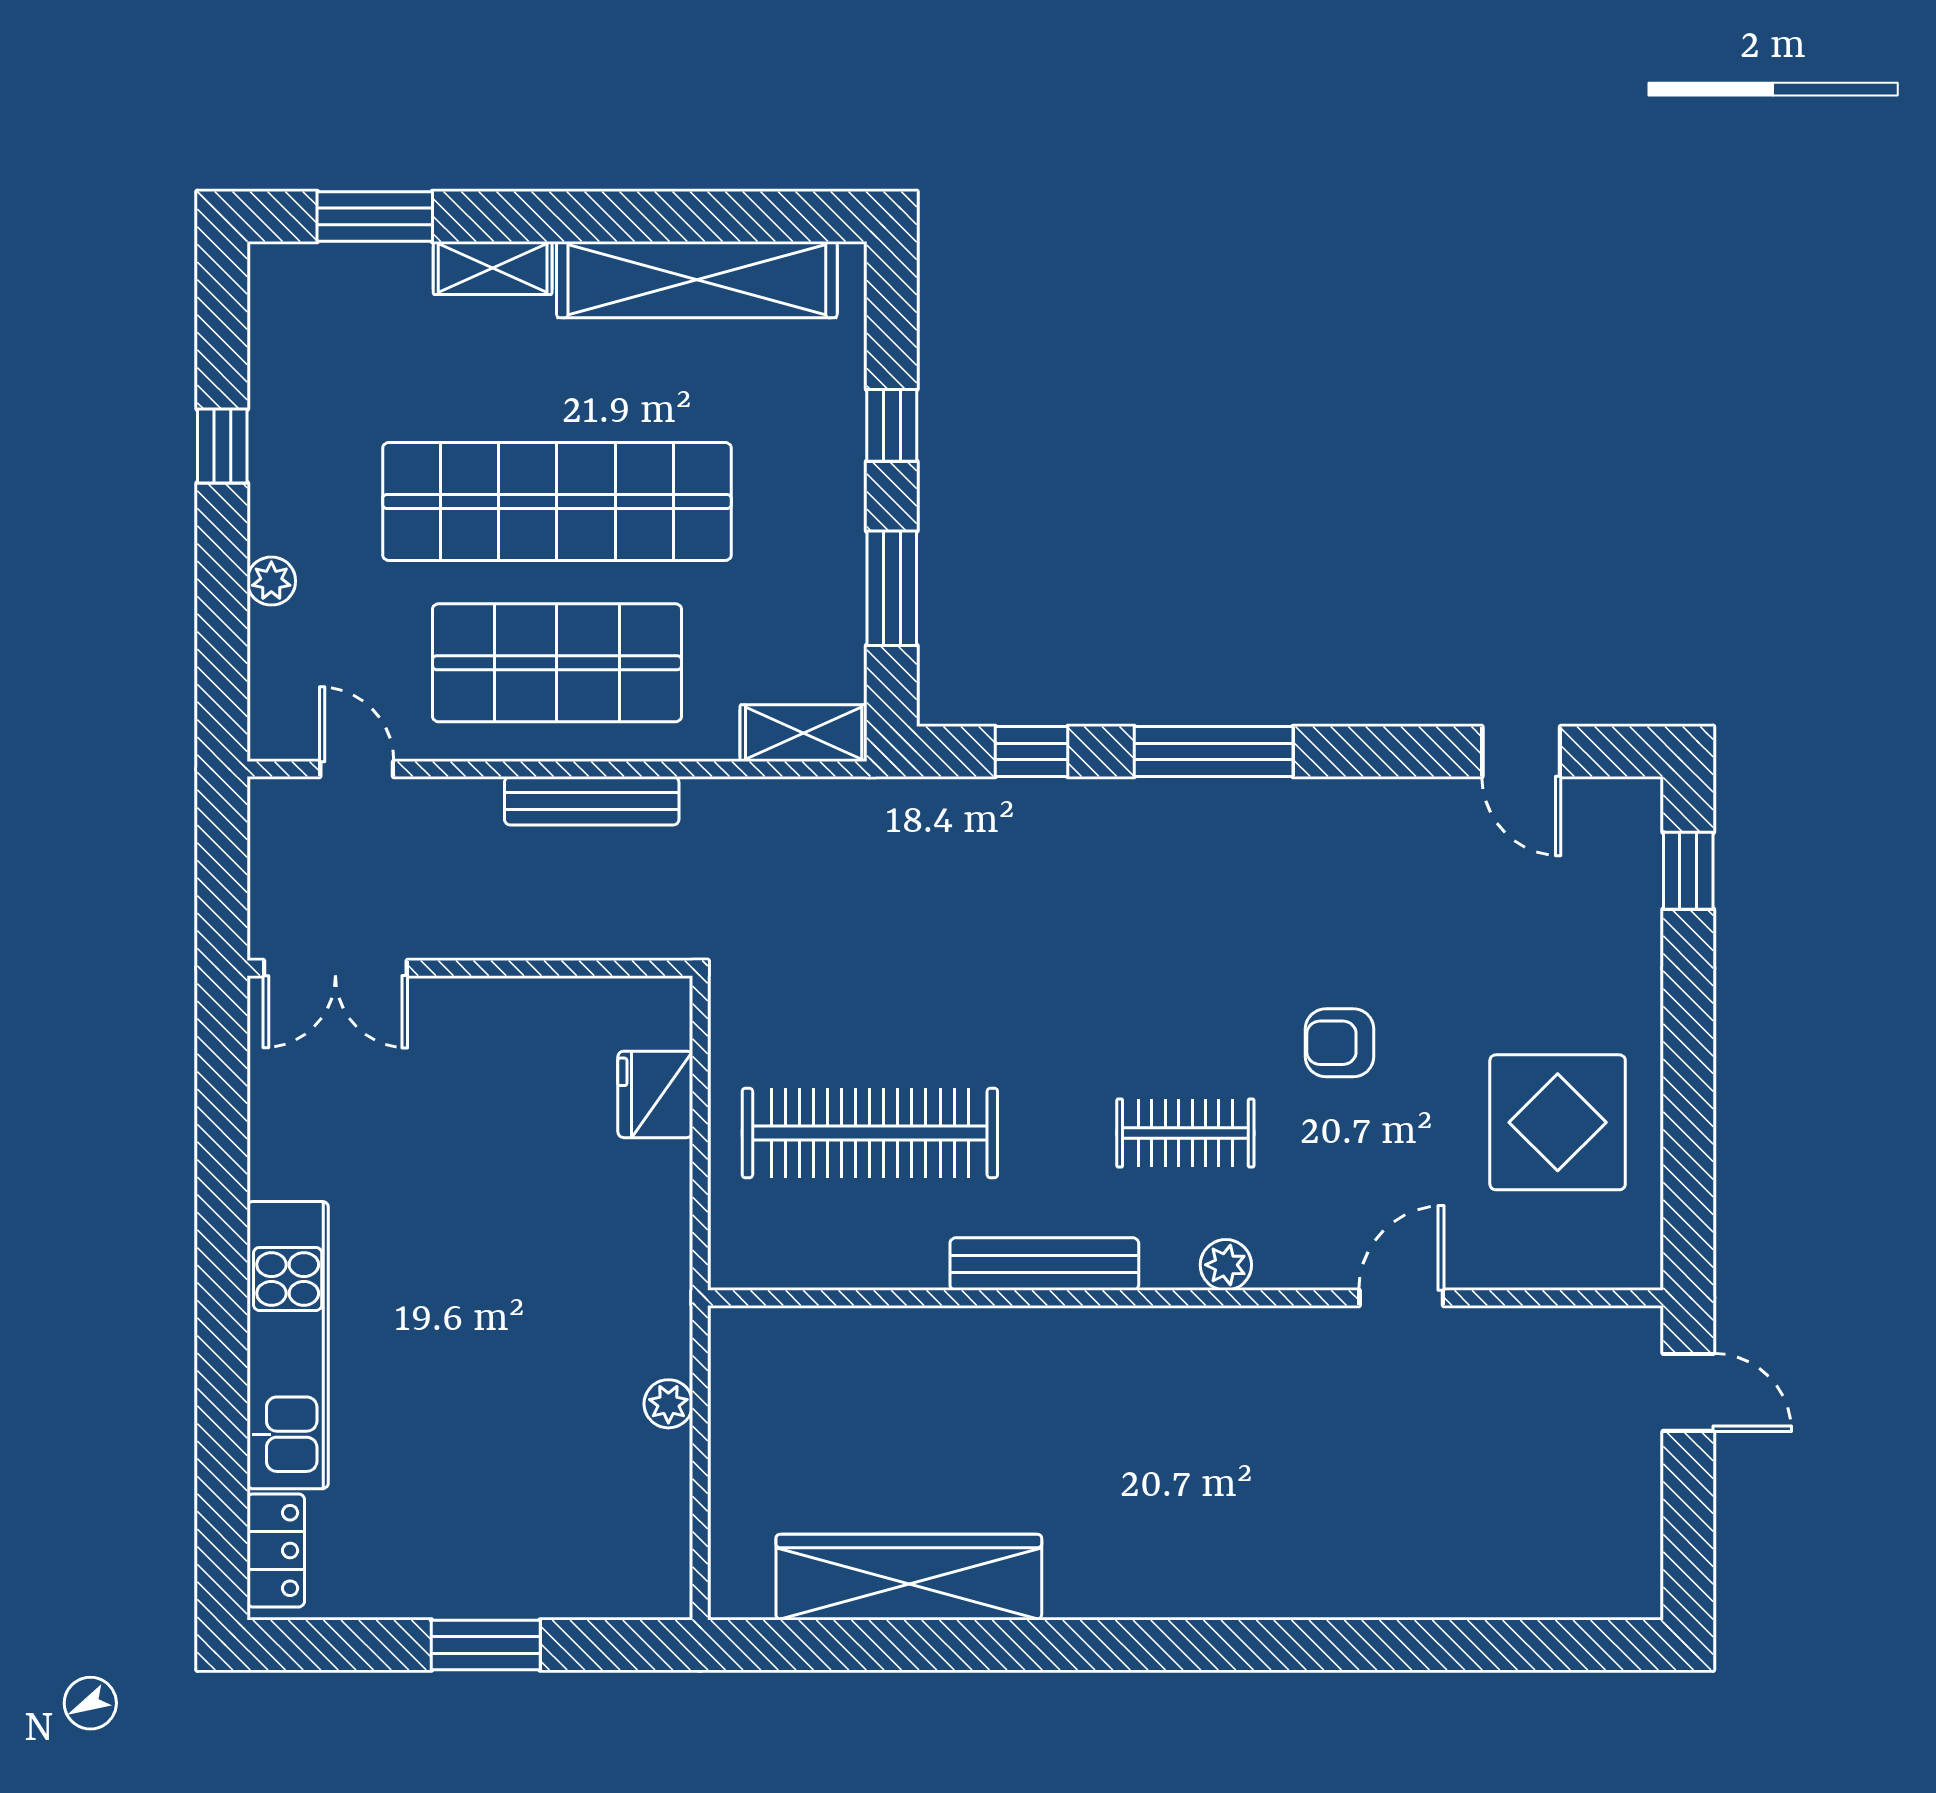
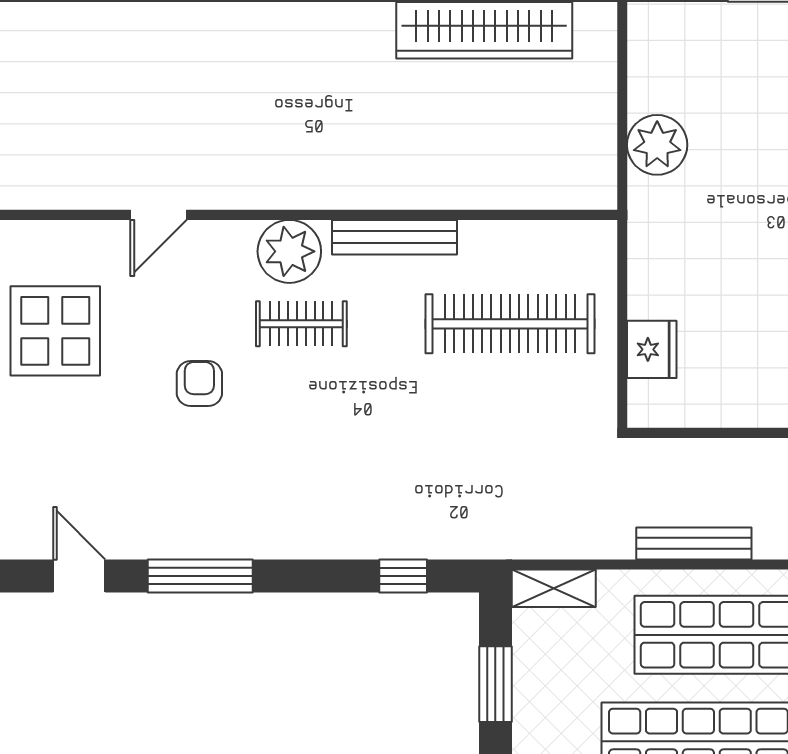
window: (1214, 752) -> (200, 576), moved
armchair: (1340, 1043) -> (199, 384), turned -90
plant: (1226, 1265) -> (289, 251), width x1.87, depth x1.87
plant: (668, 1404) -> (657, 145), width x1.87, depth x1.87

